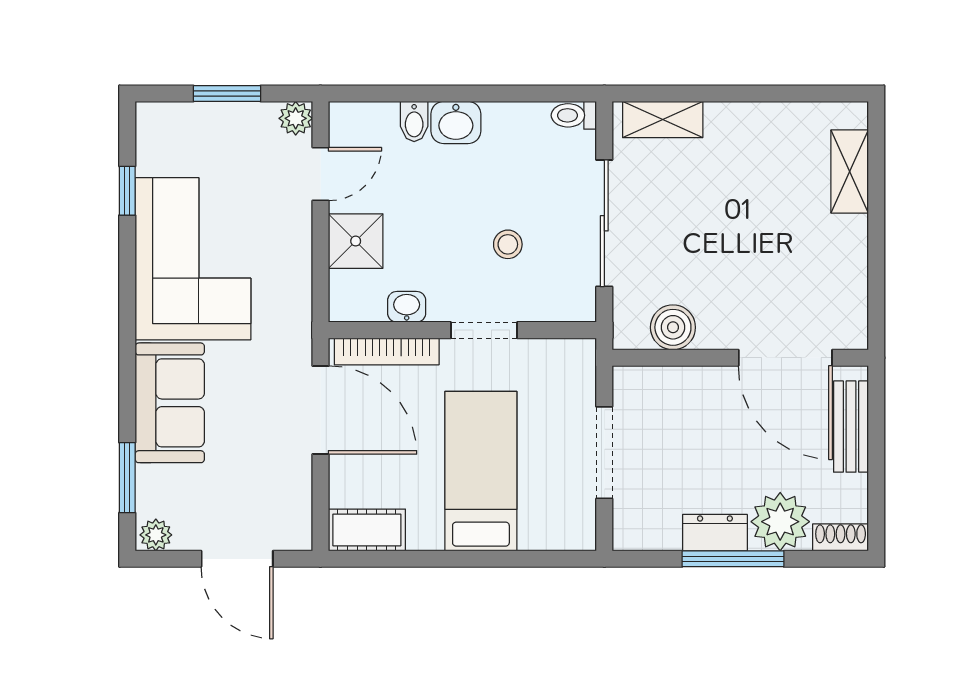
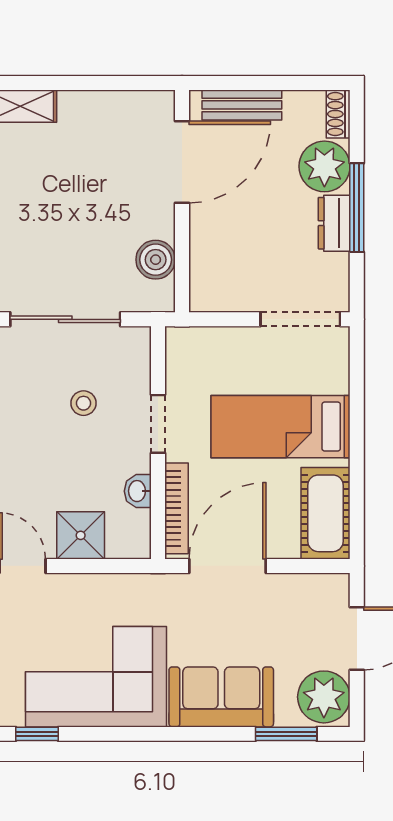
doorway: (604, 453) -> (300, 319), moved
cot: (367, 530) -> (326, 513), width x1.37, depth x1.34
plant: (156, 535) -> (324, 697), width x1.87, depth x1.87

